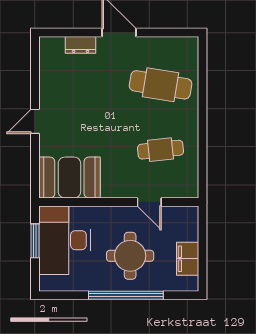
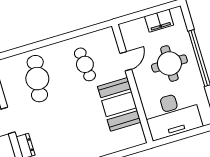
booth: (69, 178) -> (119, 104), moved
window: (35, 241) -> (179, 137), removed

